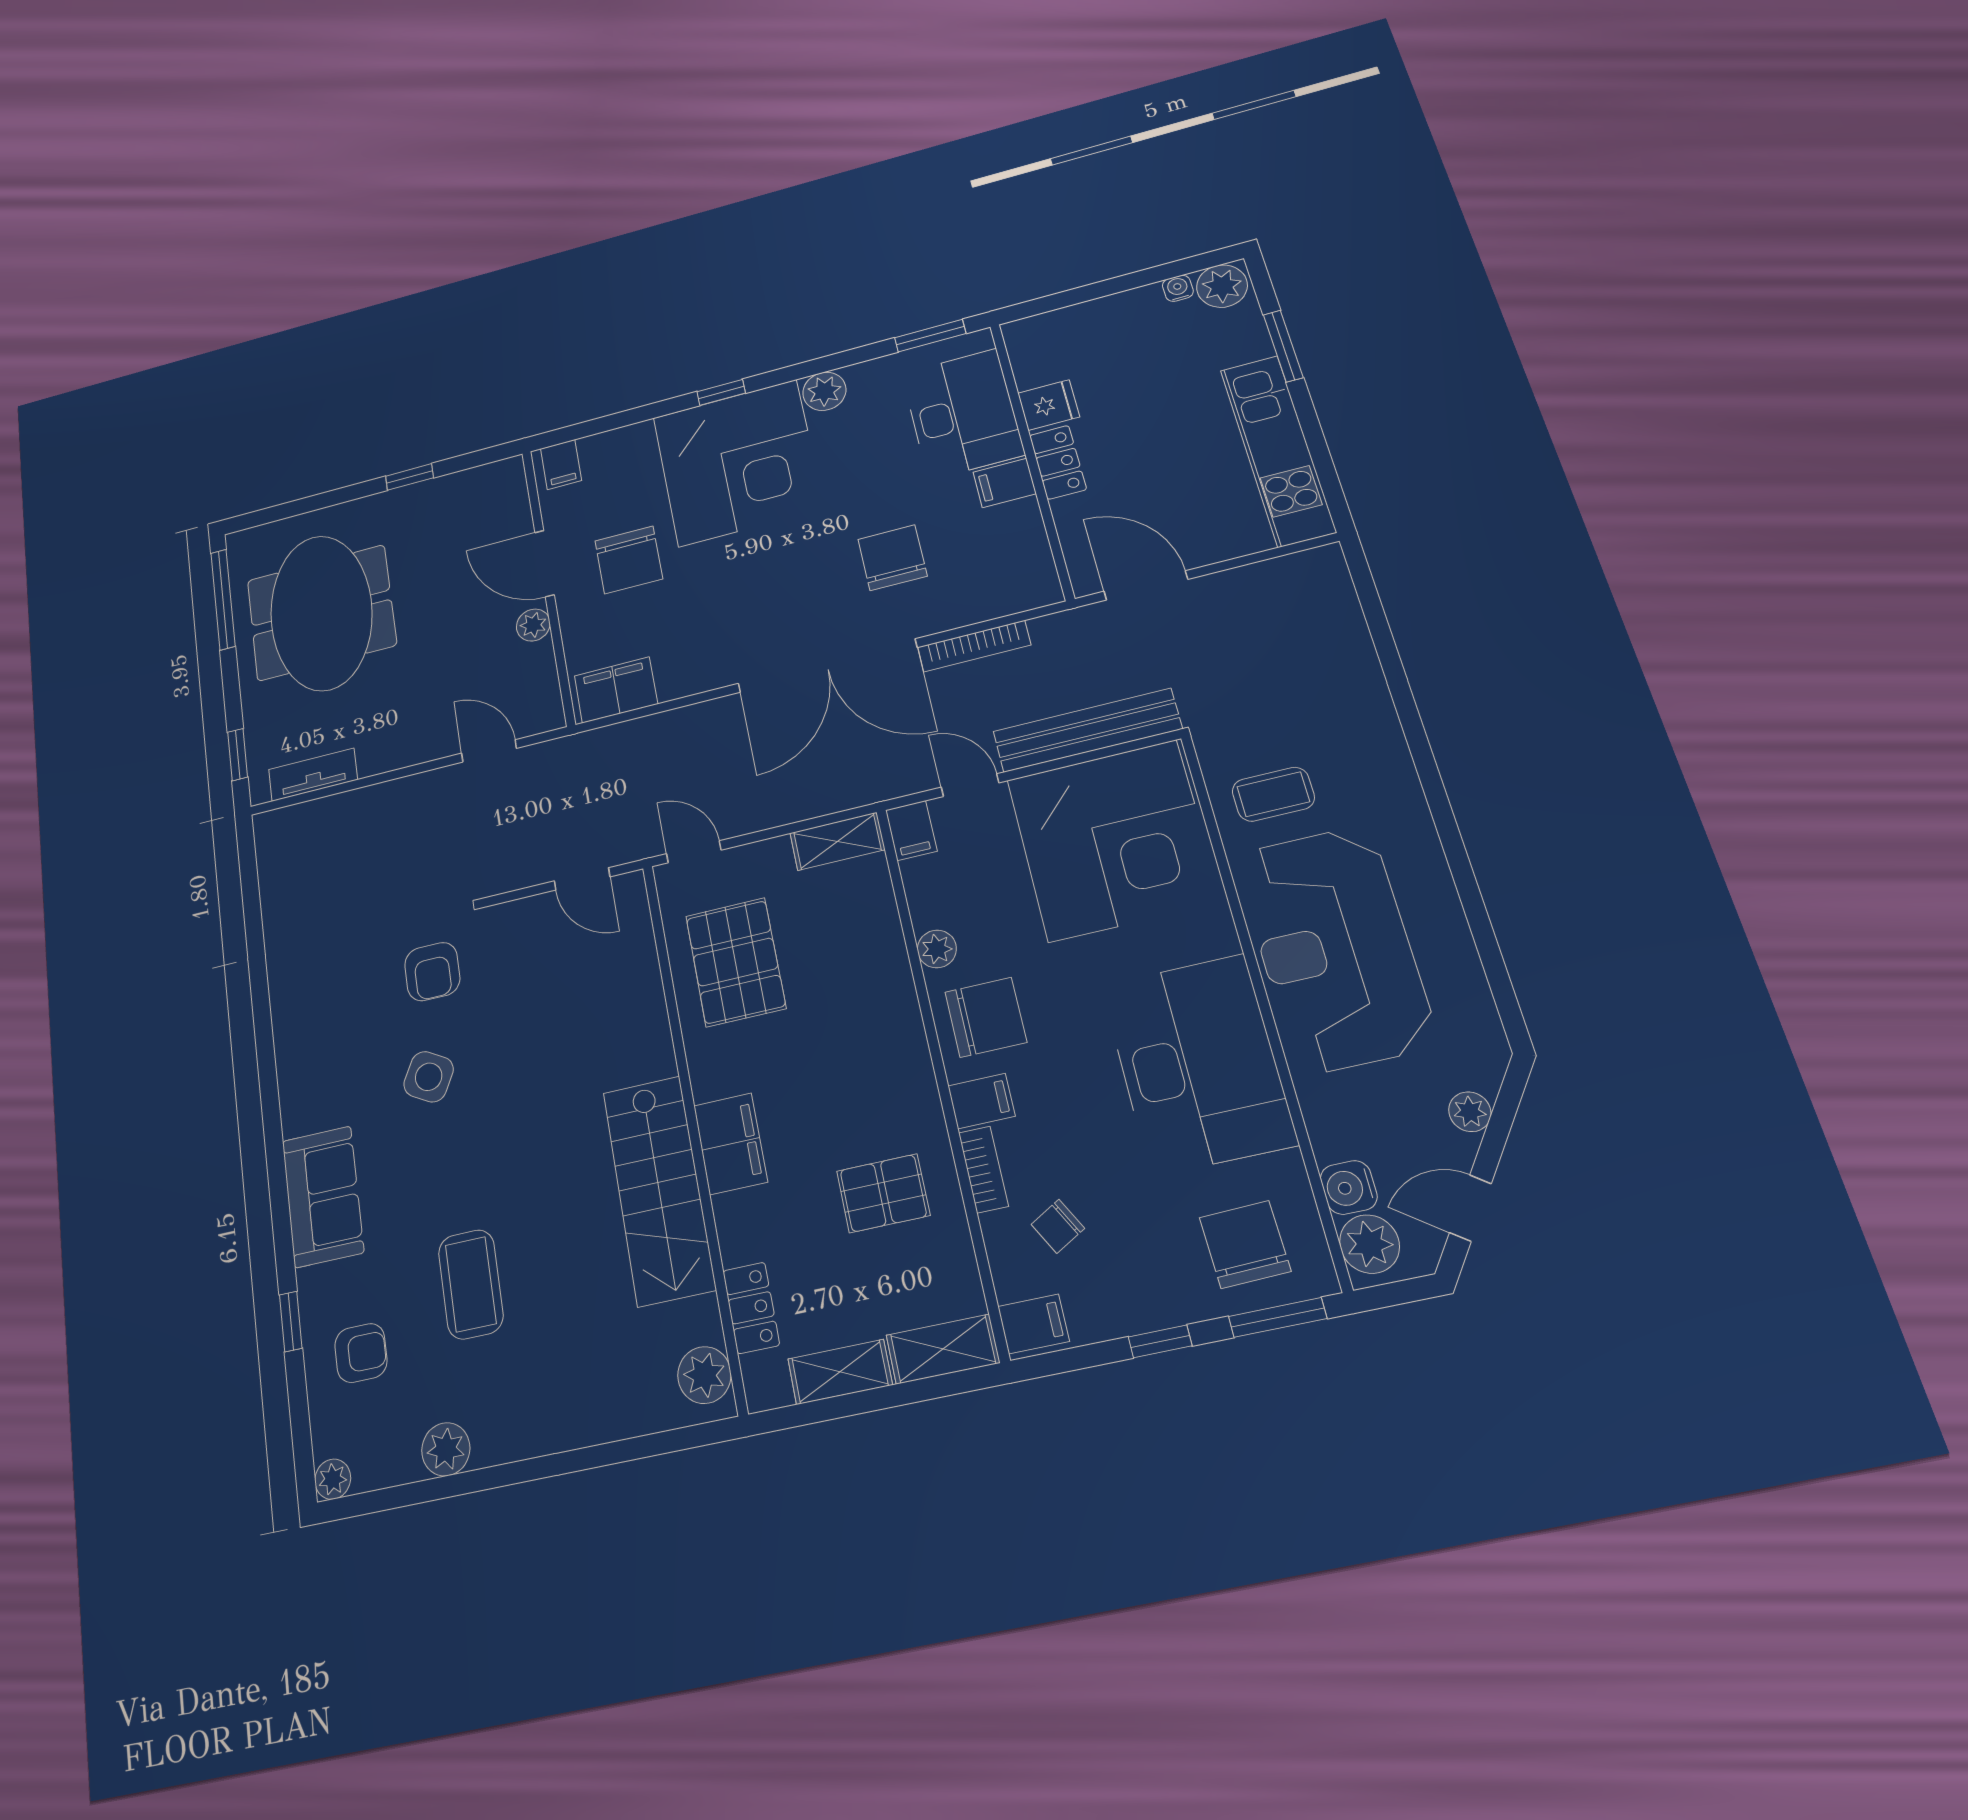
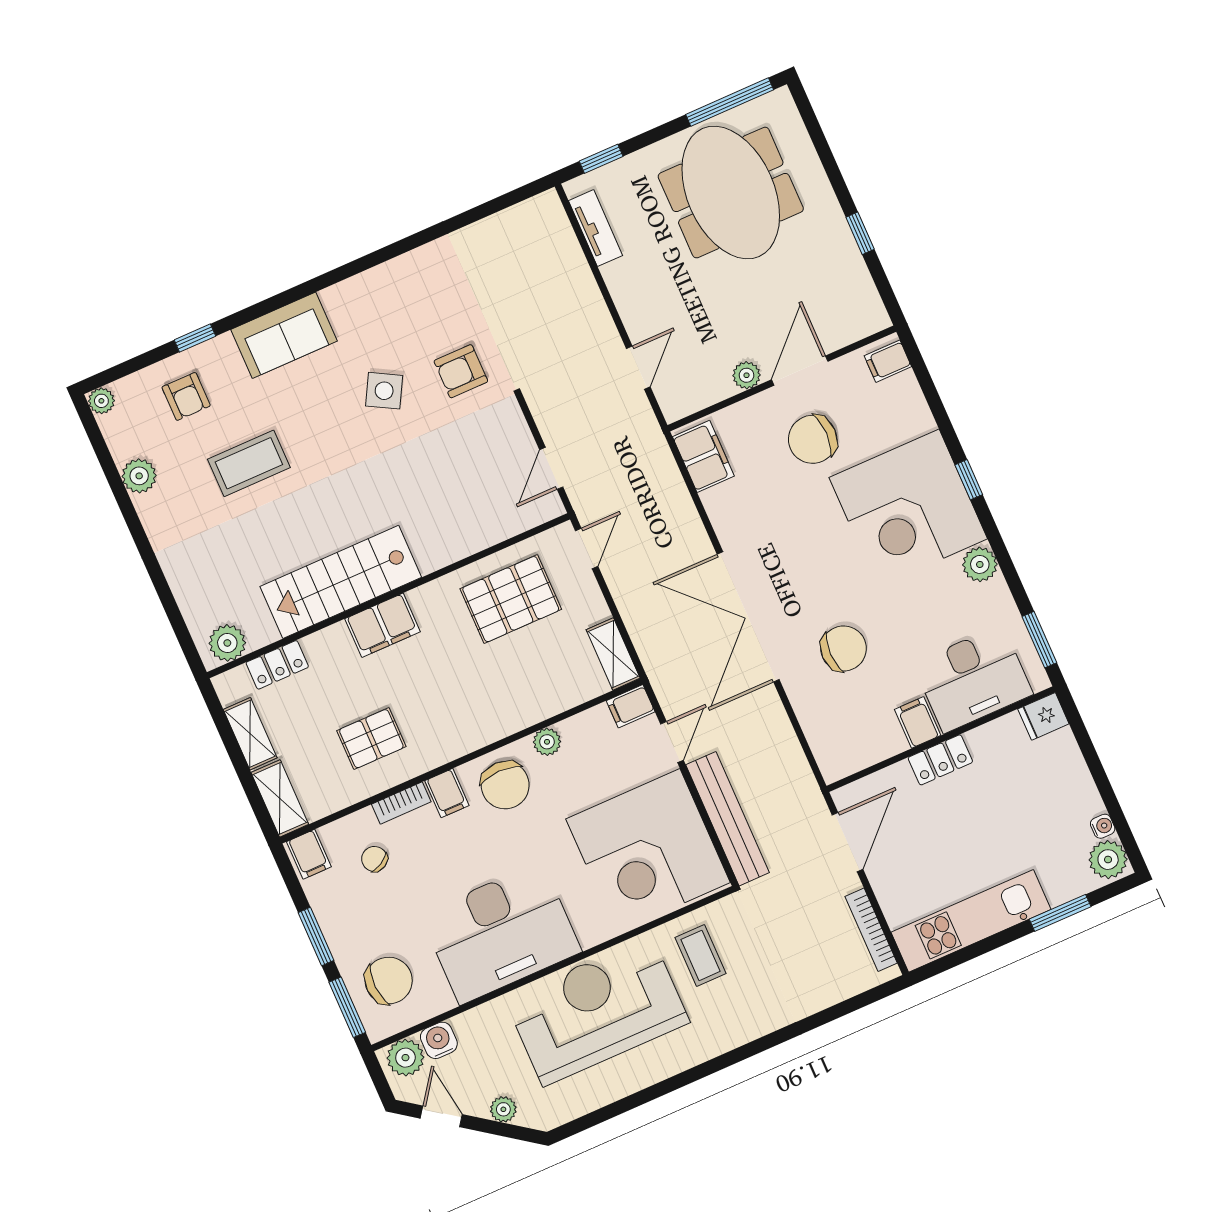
fridge: (1049, 405) -> (1043, 716), moved, turned 90
meeting table: (321, 613) -> (731, 193), turned 90
bookcase: (974, 646) -> (871, 930), moved
pallet: (883, 1193) -> (371, 739), turned 90
window: (1160, 1341) -> (316, 937), width x1.50

